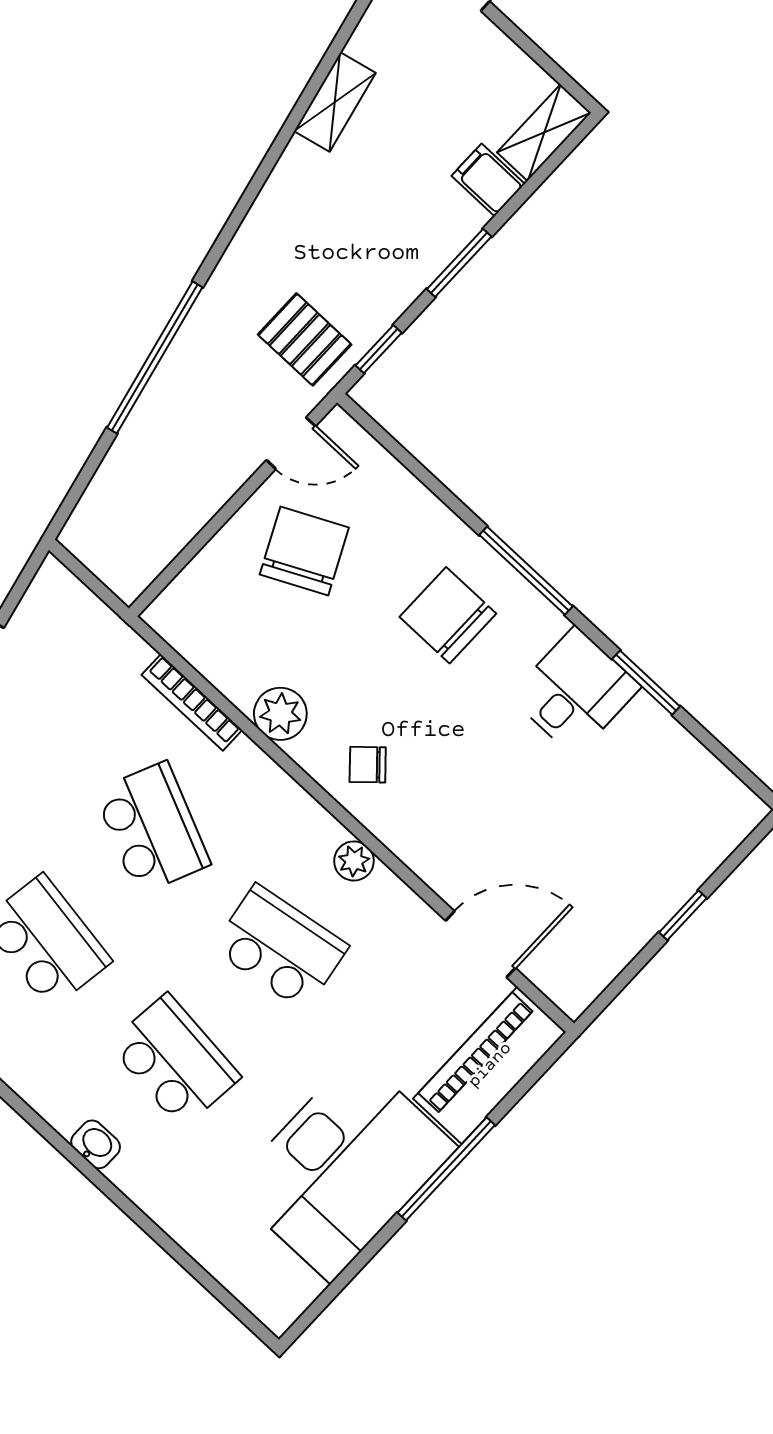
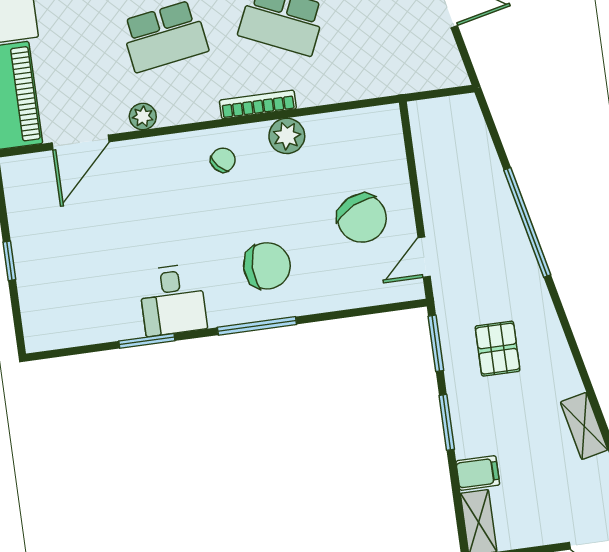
pallet: (305, 339) -> (498, 349), moved, turned 90
window: (379, 349) -> (436, 343), width x1.50
bookcase: (192, 702) -> (258, 104), moved
plant: (354, 861) -> (143, 117), moved

